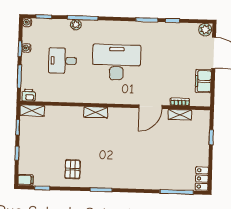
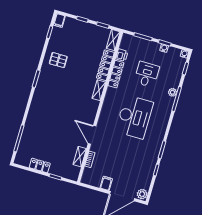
filing cabinet: (203, 81) -> (106, 183), width x0.50
printer: (29, 95) -> (122, 55), moved
locker: (72, 97) -> (116, 74), added
locker: (64, 112) -> (105, 65), added
locker: (202, 179) -> (40, 165), moved

